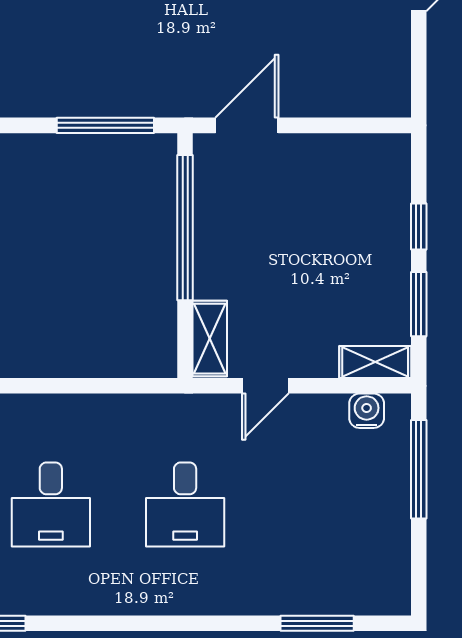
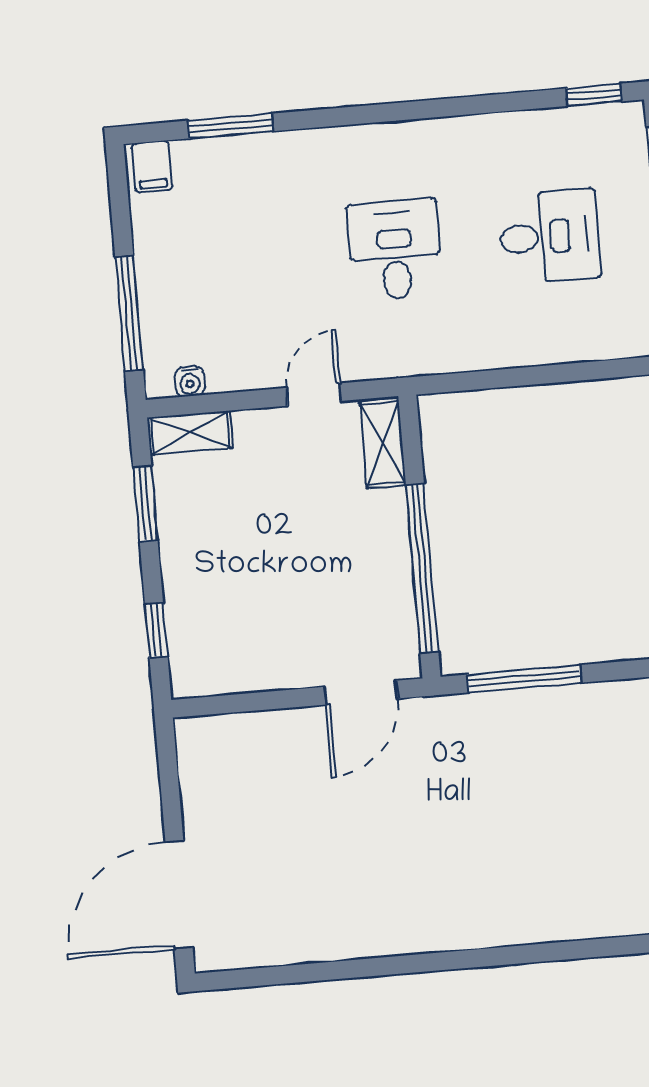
window: (419, 227) -> (156, 630), moved
water cooler: (367, 411) -> (190, 382), width x0.72, depth x0.72
desk: (51, 505) -> (549, 236), turned 90
filing cabinet: (388, 594) -> (152, 166), added

